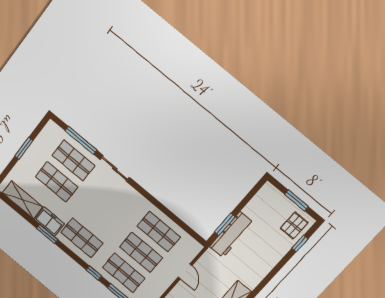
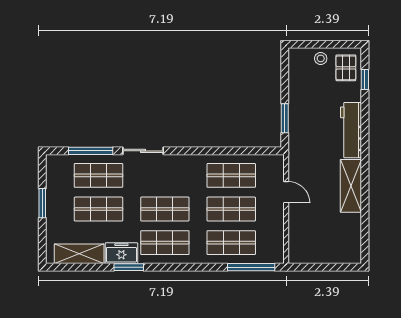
window: (296, 200) -> (329, 44), removed
stool: (283, 205) -> (321, 58), added
shop shelf: (99, 217) -> (165, 209), added
workbench: (231, 235) -> (351, 130), moved, turned 180
window: (94, 273) -> (204, 267), removed

